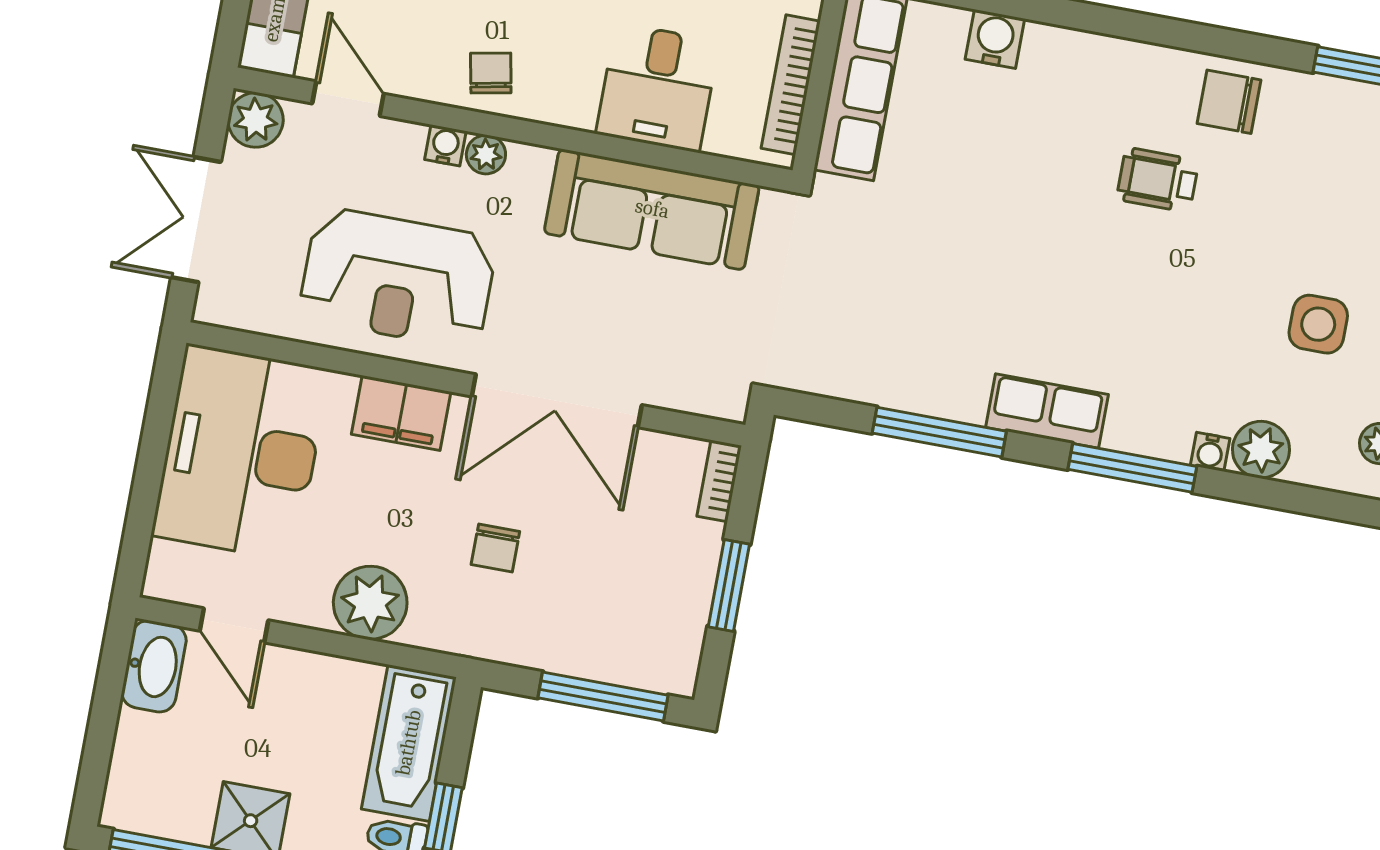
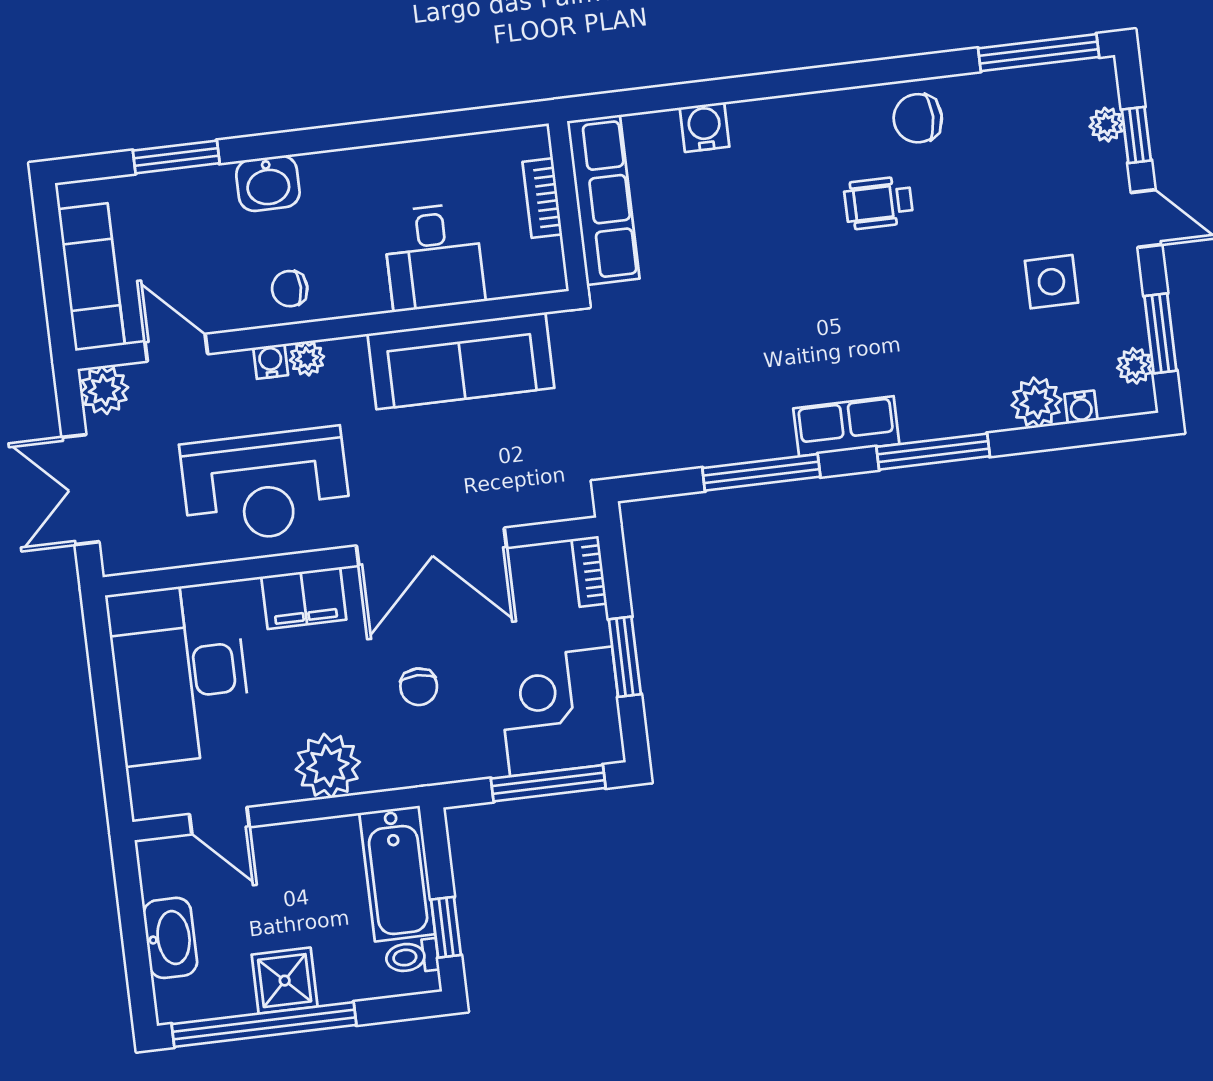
chair: (491, 73) -> (290, 289), turned -79
bookcase: (791, 85) -> (542, 198), width x0.64
water cooler: (1210, 452) -> (1081, 407), moved
corner desk: (641, 623) -> (561, 711), added
washbasin: (154, 666) -> (170, 938), moved

